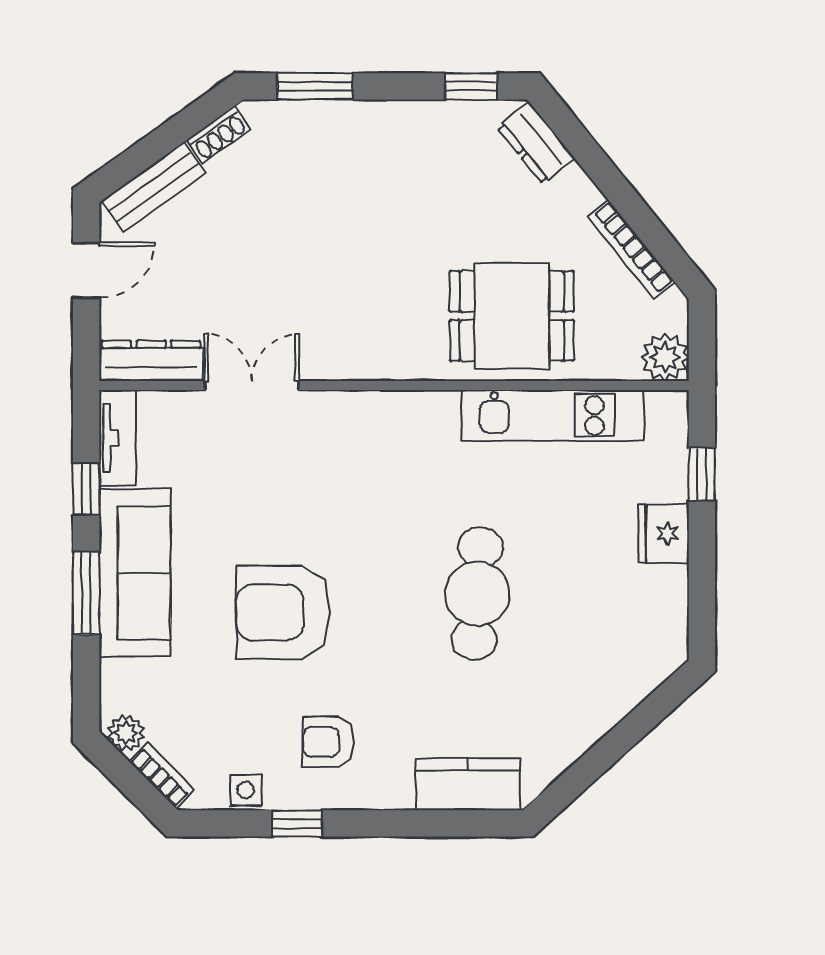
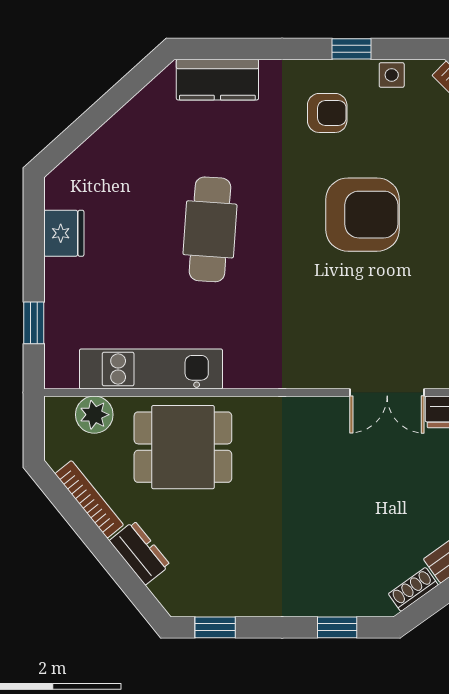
window: (315, 86) -> (337, 627), width x0.67
dresser: (536, 143) -> (140, 553), moved
plant: (665, 357) -> (94, 415), moved
fridge: (664, 533) -> (64, 233), moved

